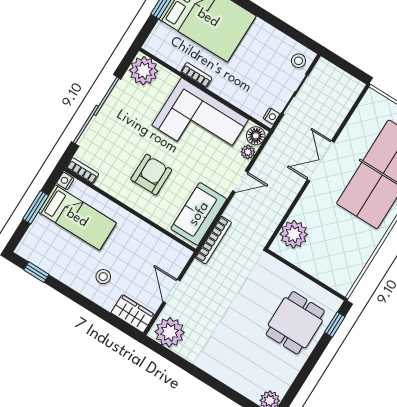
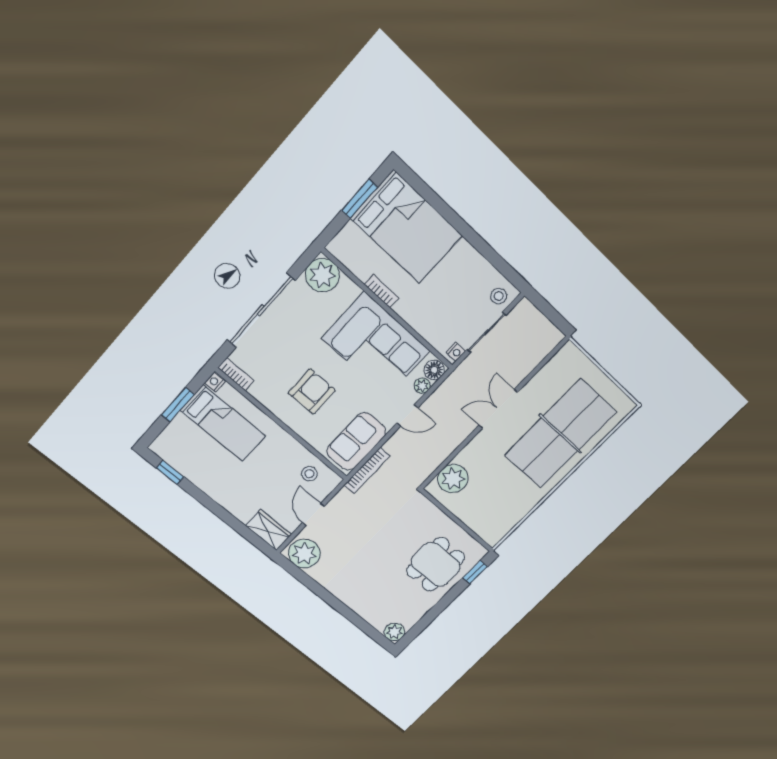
stool: (103, 277) -> (309, 474), moved

